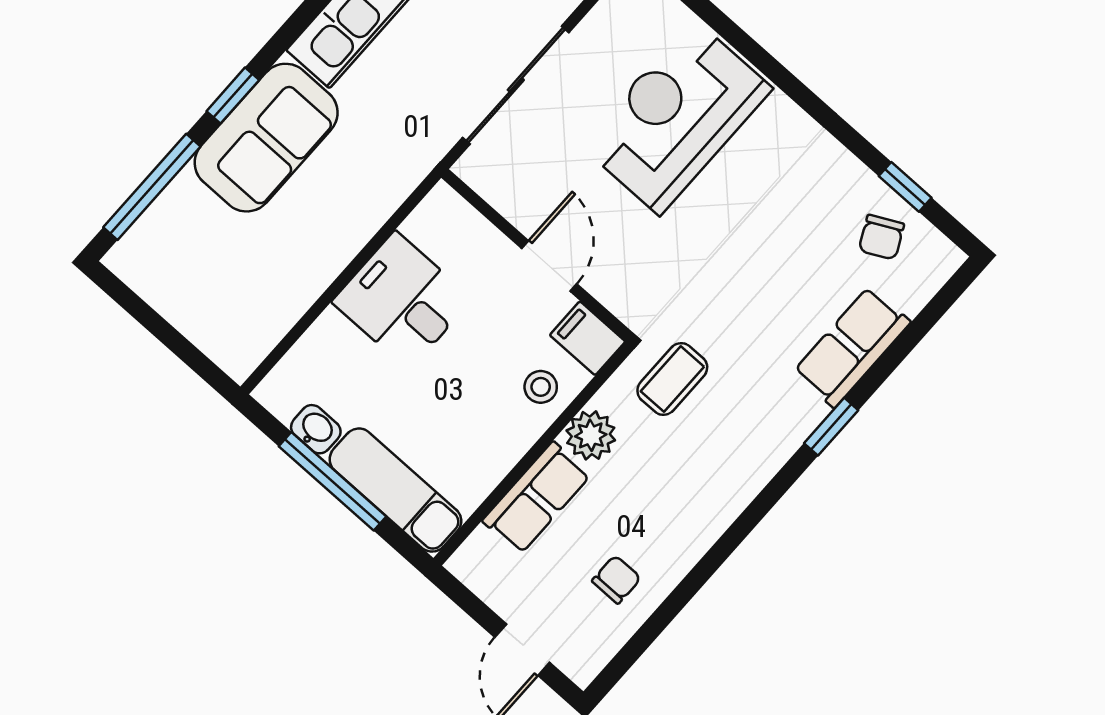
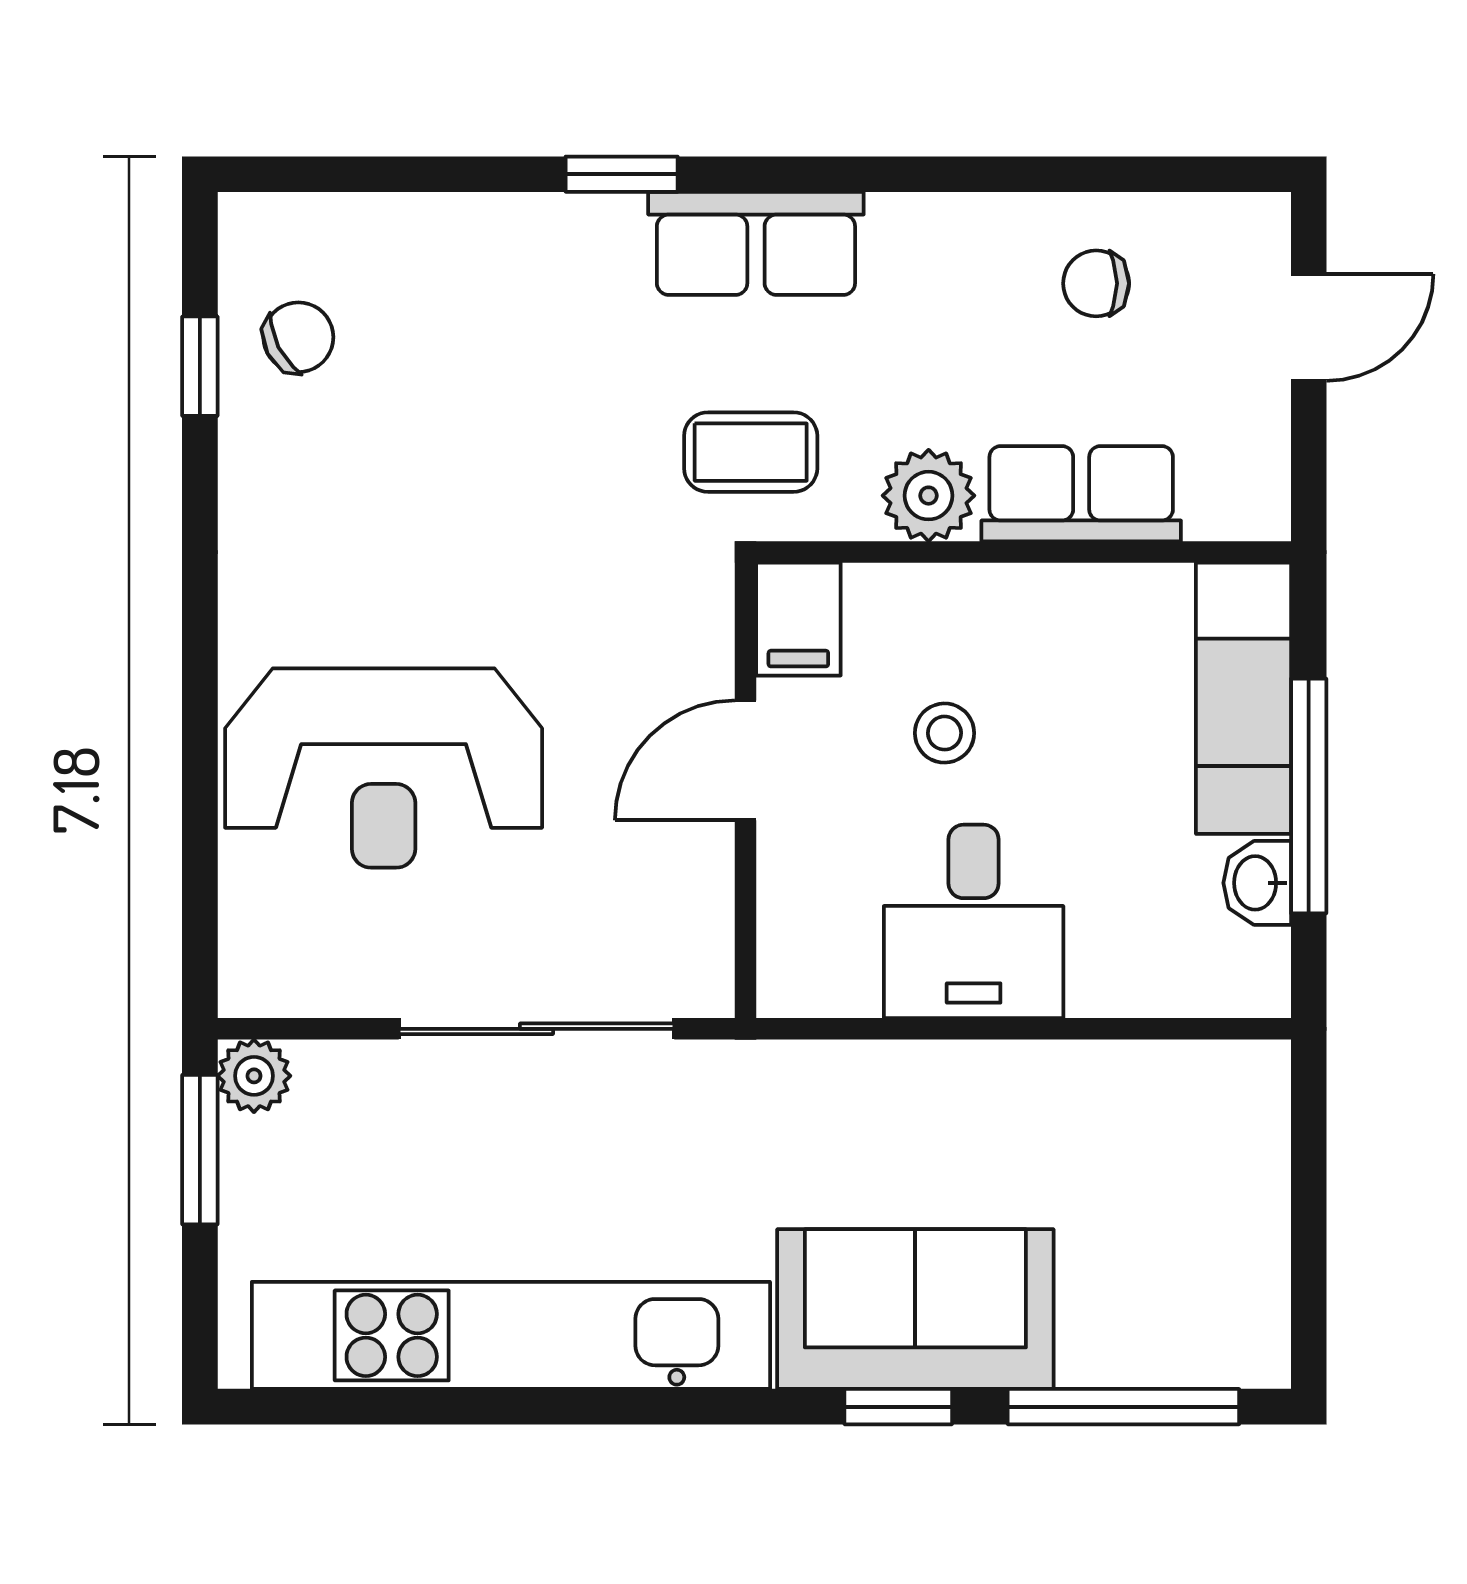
row of seats: (852, 347) -> (756, 243), moved
stool: (541, 387) -> (944, 733), moved

